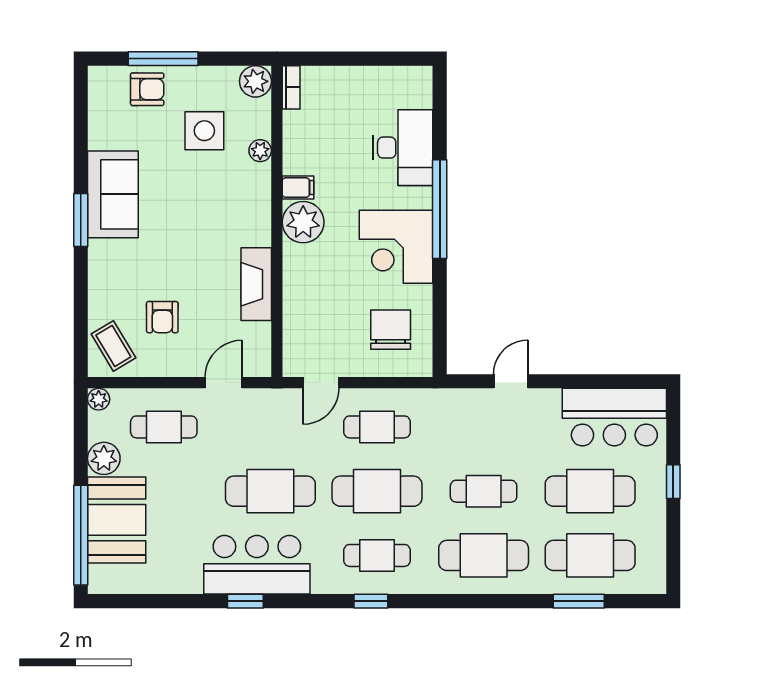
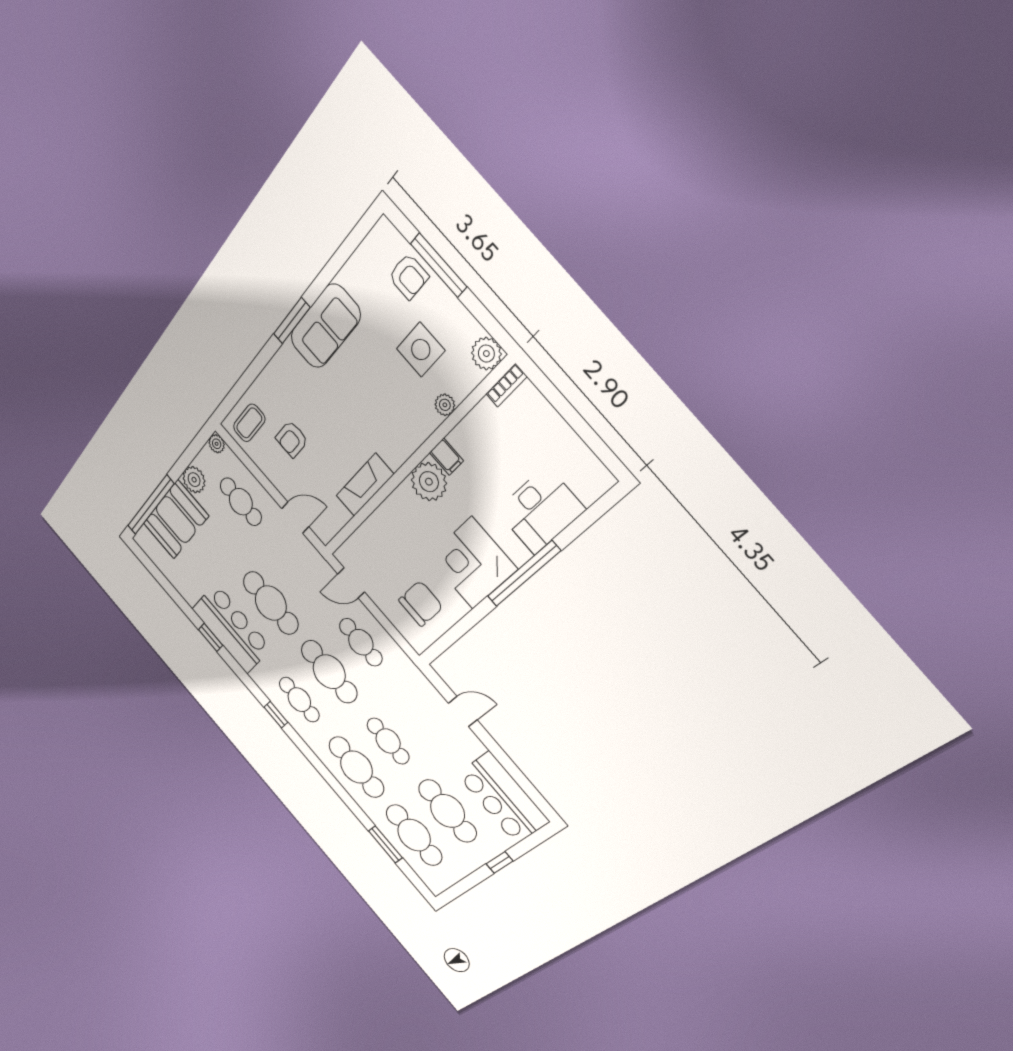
coffee table: (113, 346) -> (249, 423), turned 31

